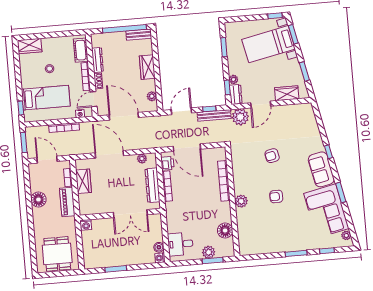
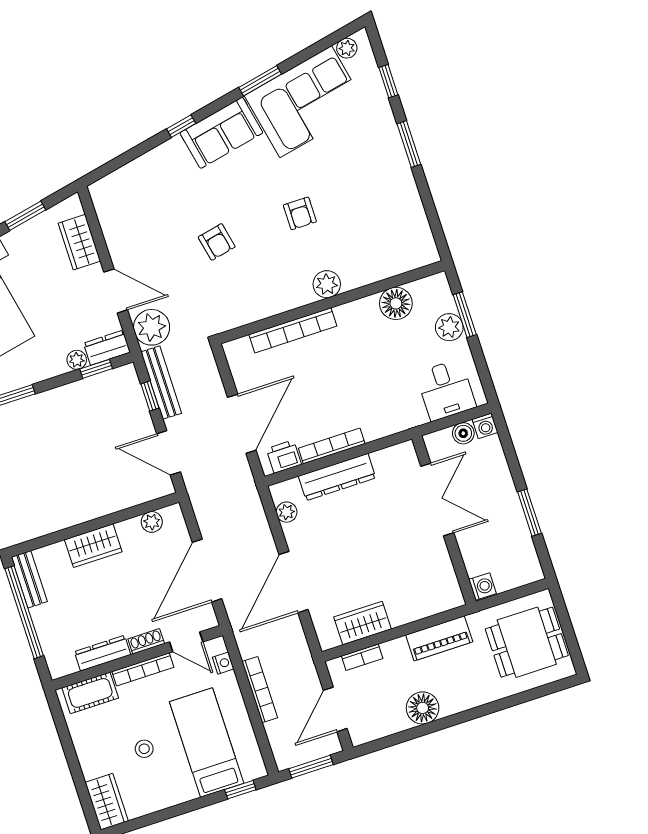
piano: (67, 202) -> (439, 638), moved
wall: (120, 214) -> (444, 520), moved
double door: (130, 214) -> (437, 500), moved
washing machine: (86, 225) -> (482, 587), moved

